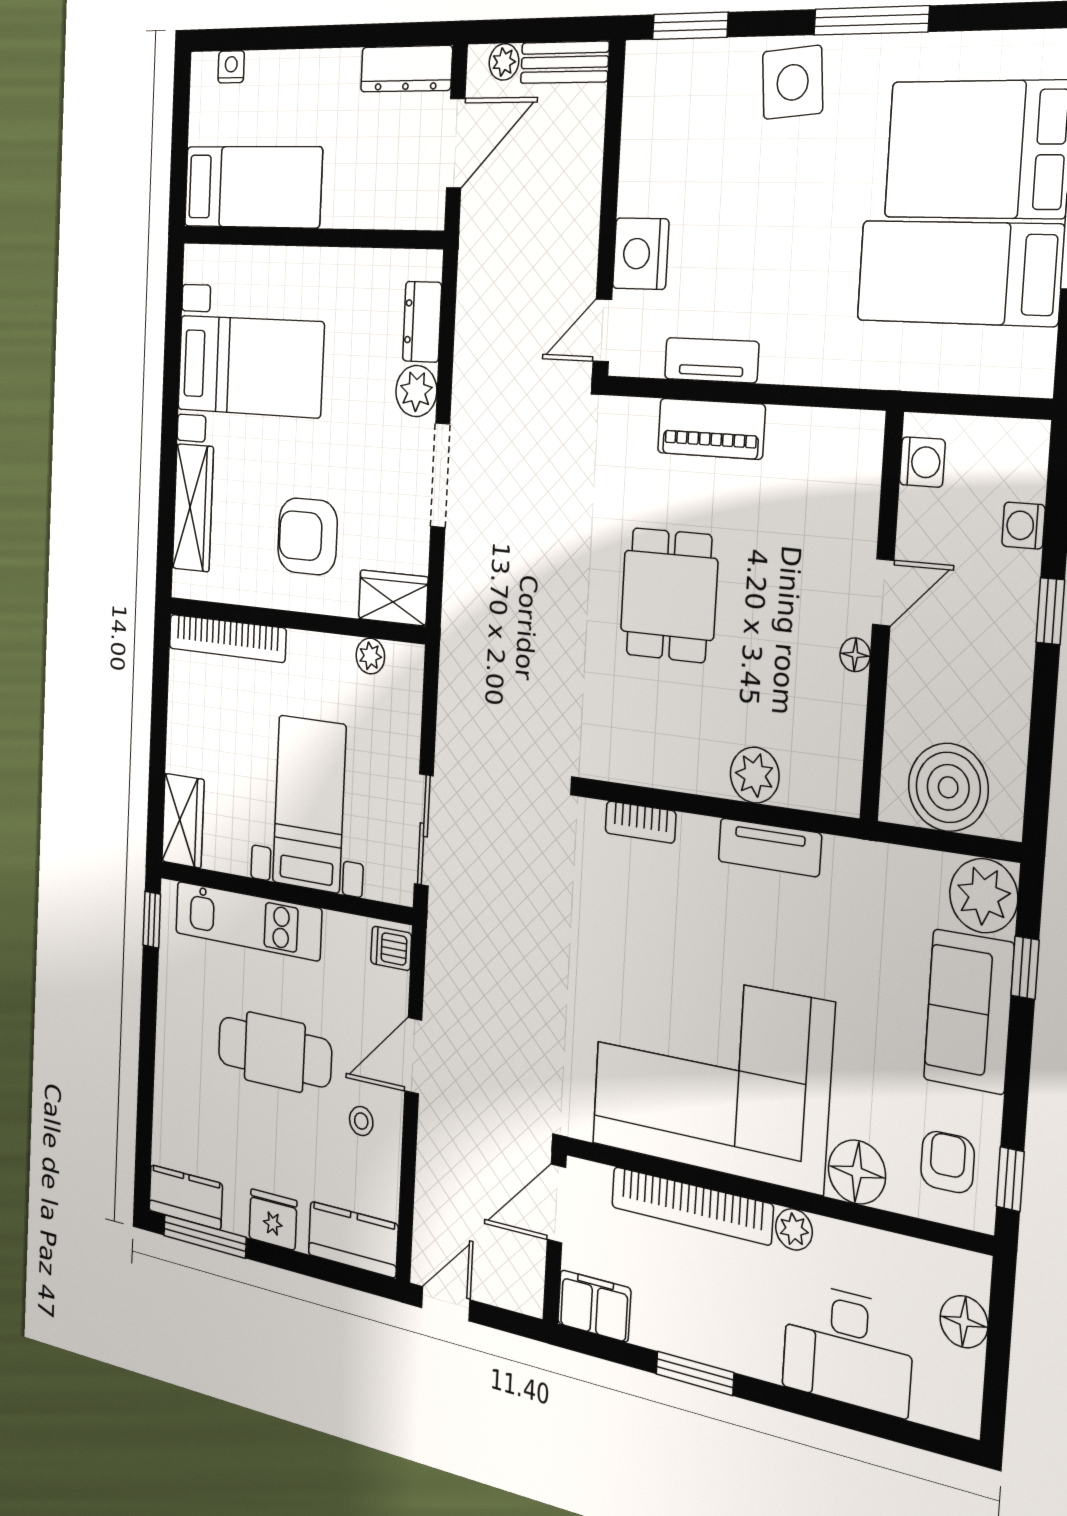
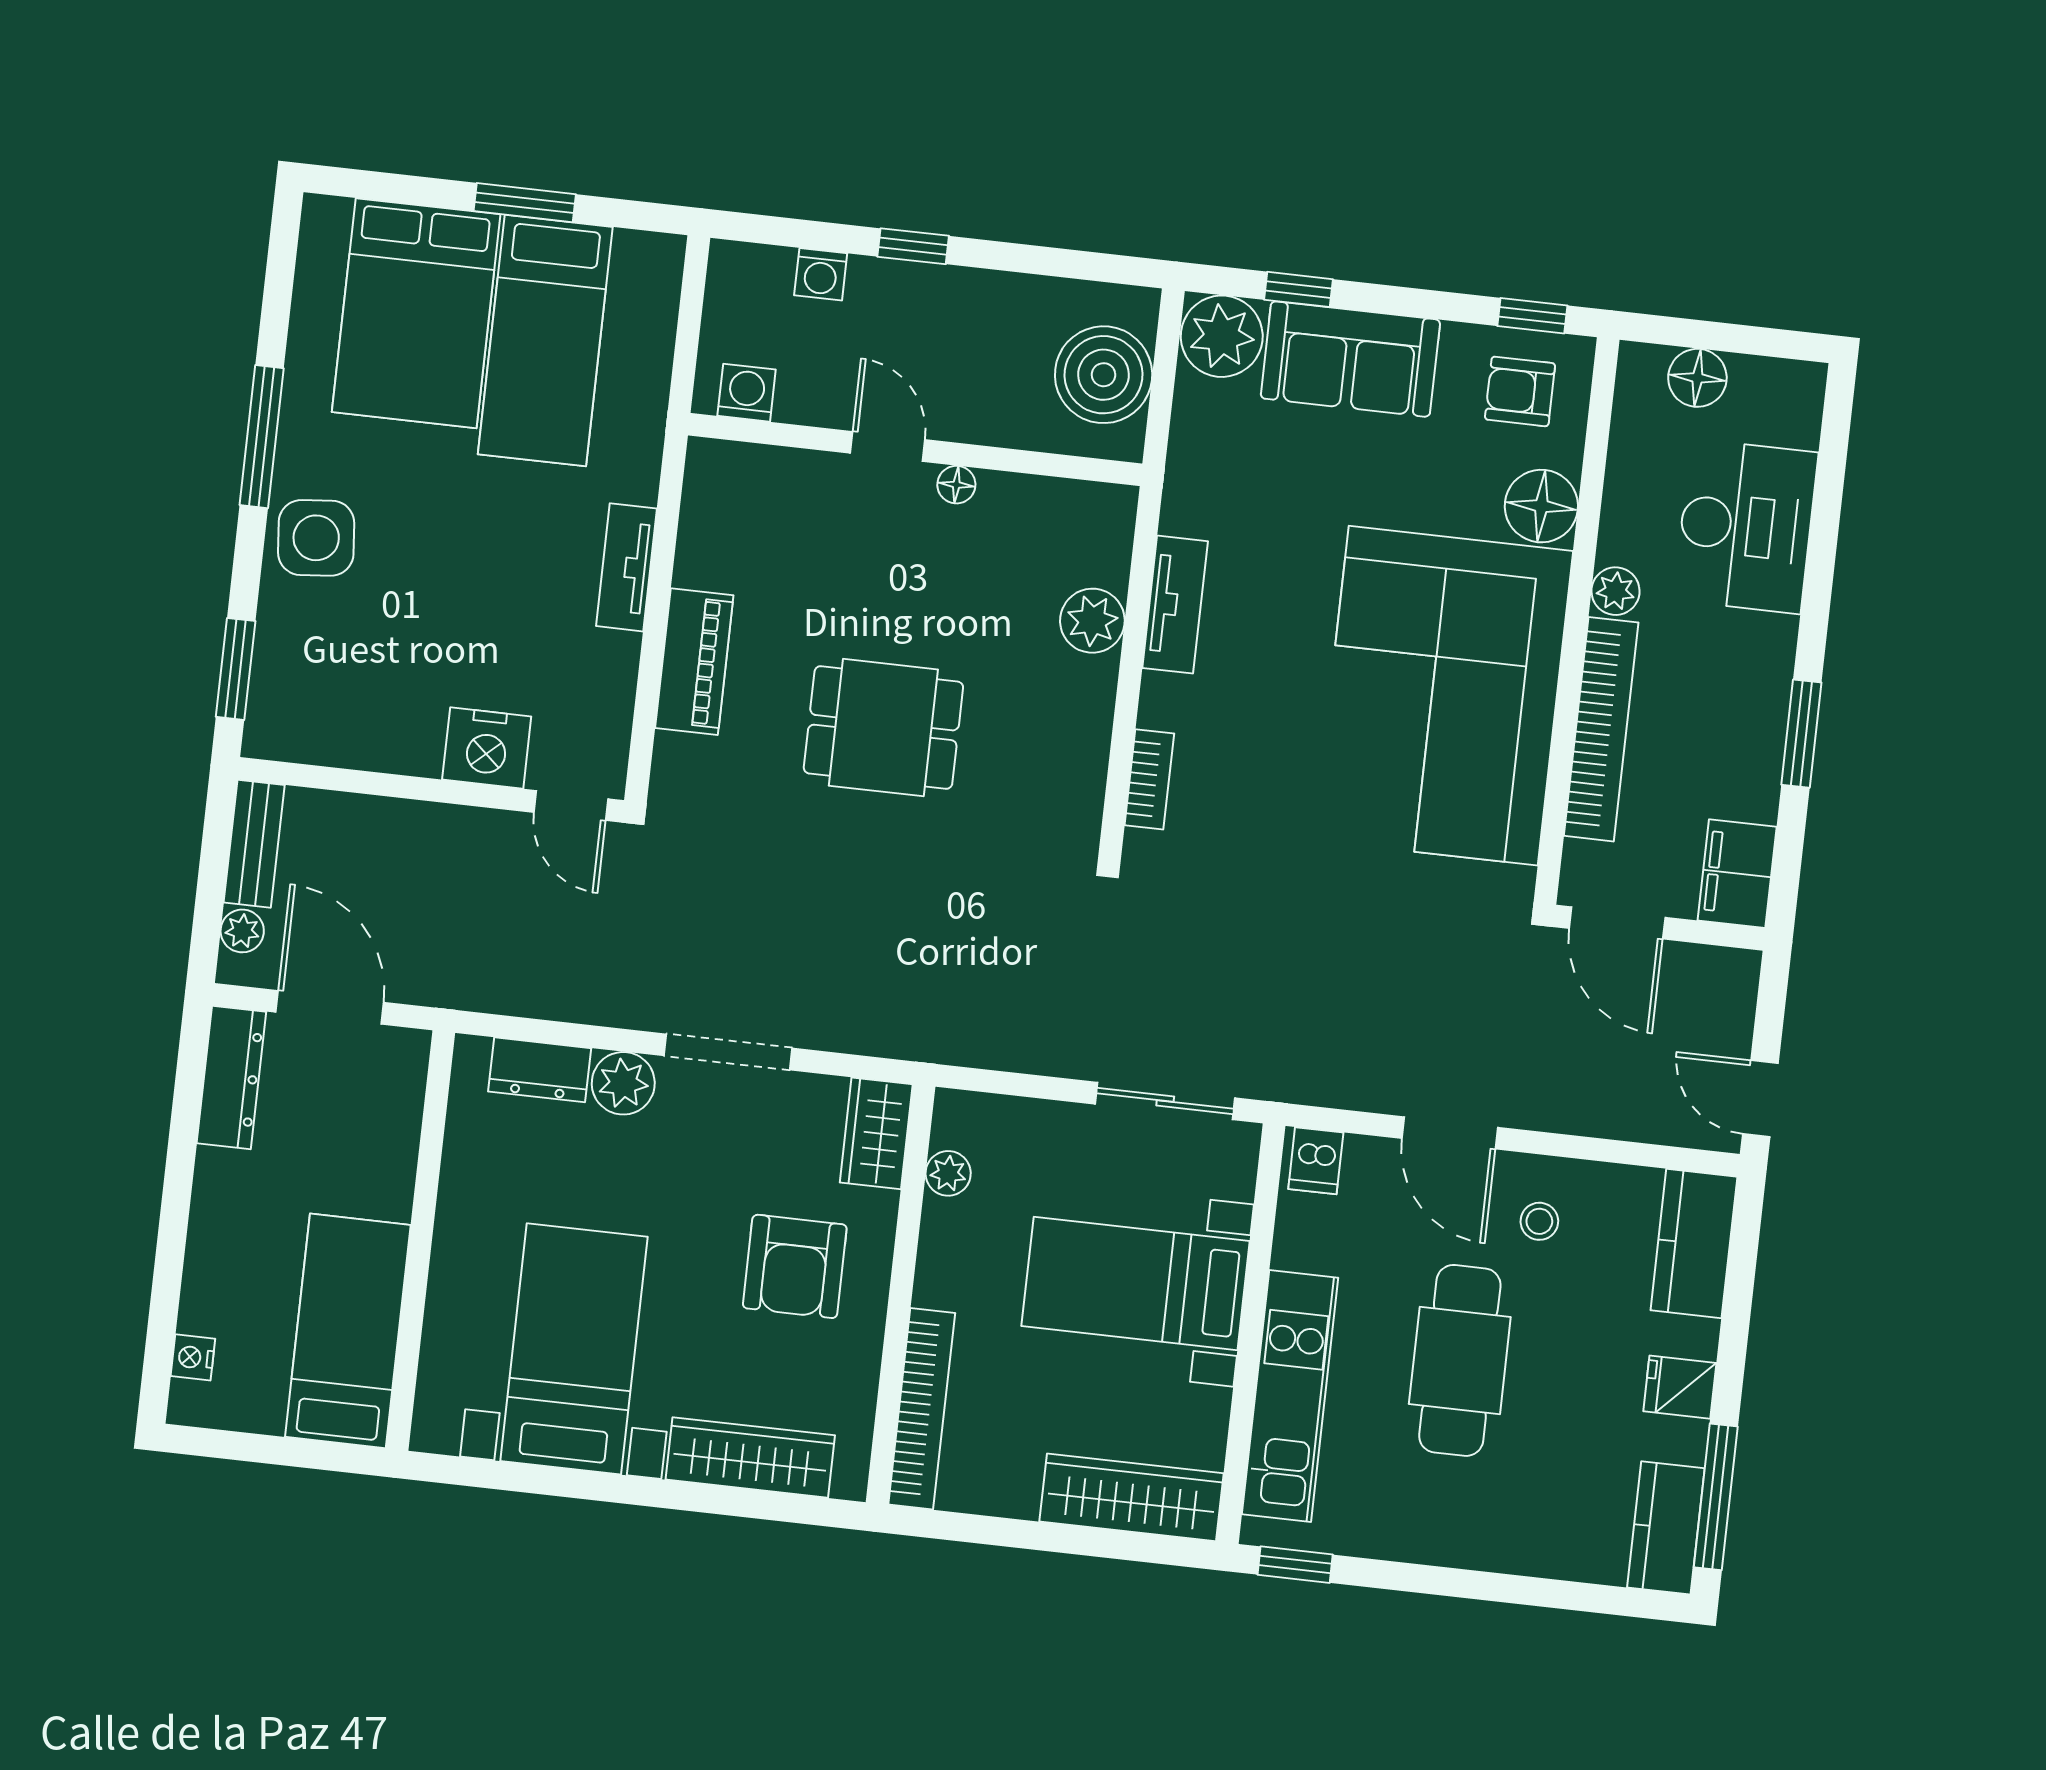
tv unit: (711, 360) -> (627, 567), moved
wardrobe: (183, 821) -> (1132, 1497), width x1.50
fridge: (273, 1219) -> (1680, 1387), width x0.72

